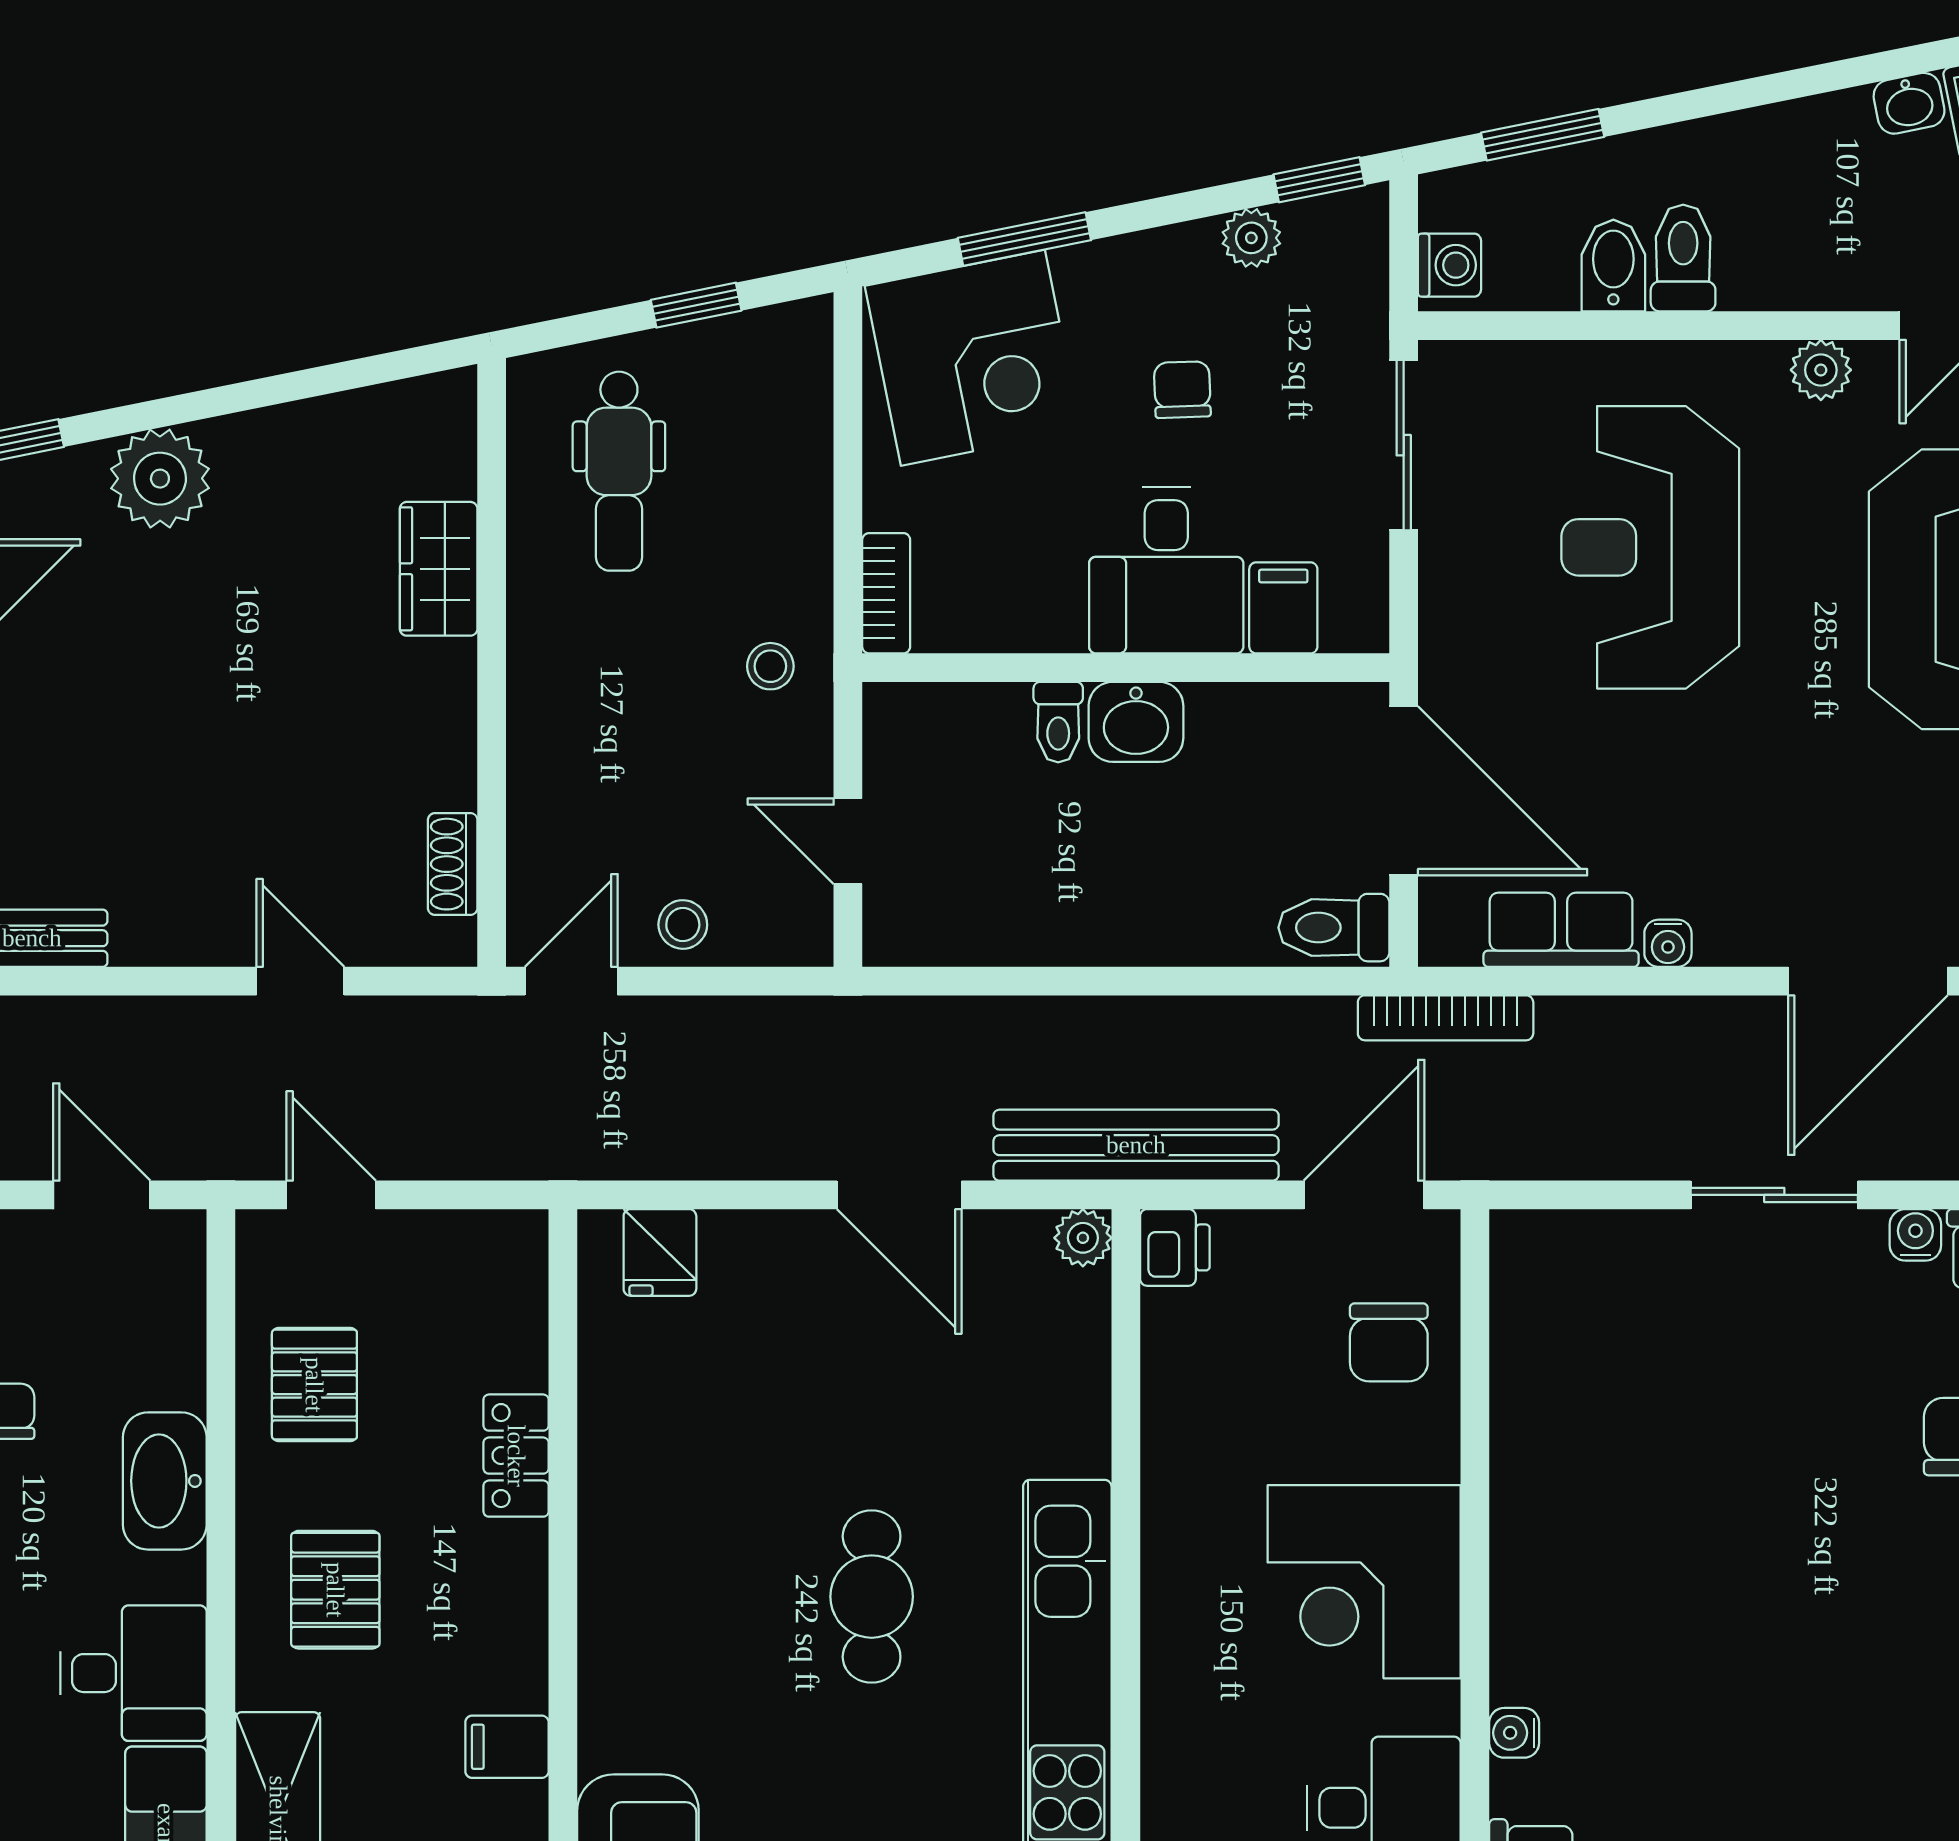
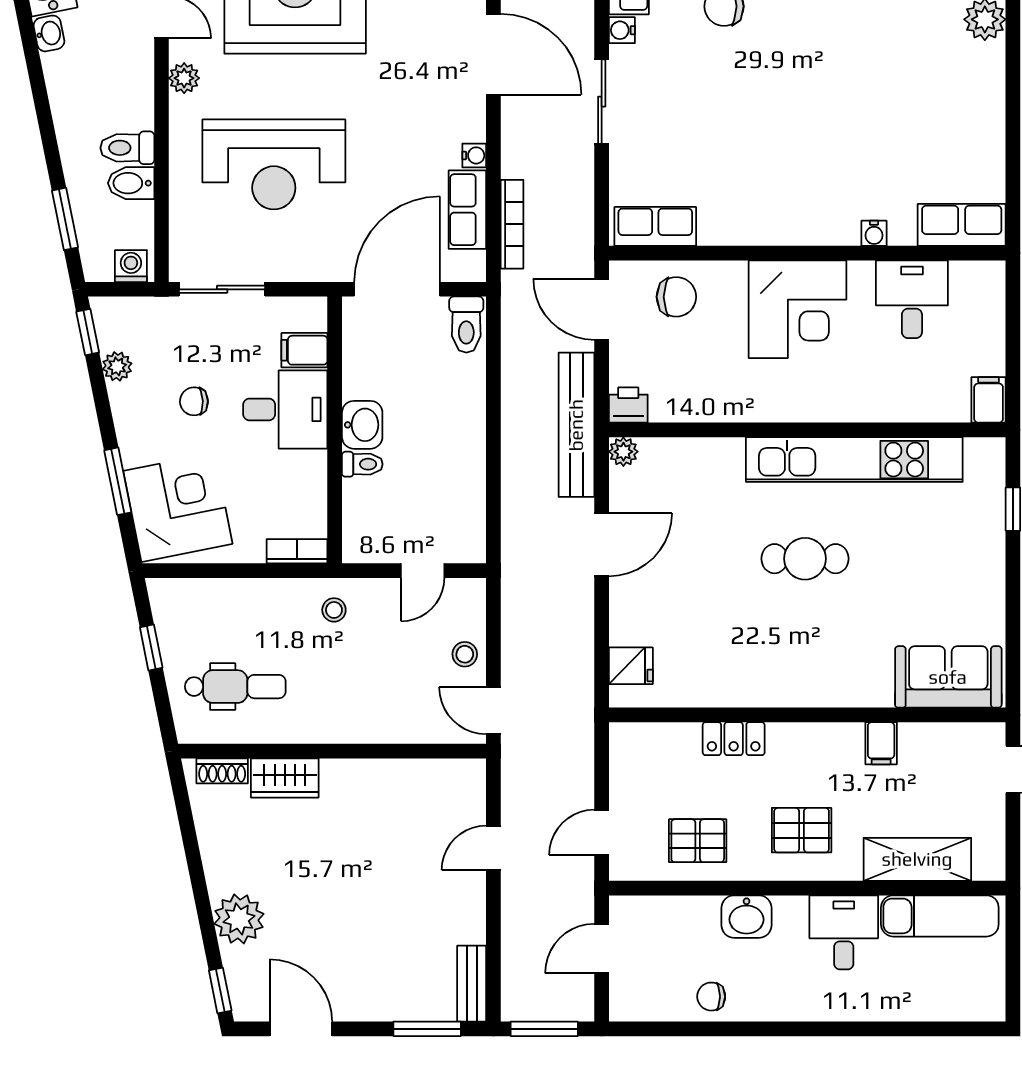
shoe rack: (453, 864) -> (222, 771), moved
bookcase: (1446, 1018) -> (512, 224), moved
row of seats: (1528, 1301) -> (655, 226), added
washbasin: (165, 1481) -> (747, 917), width x0.72

